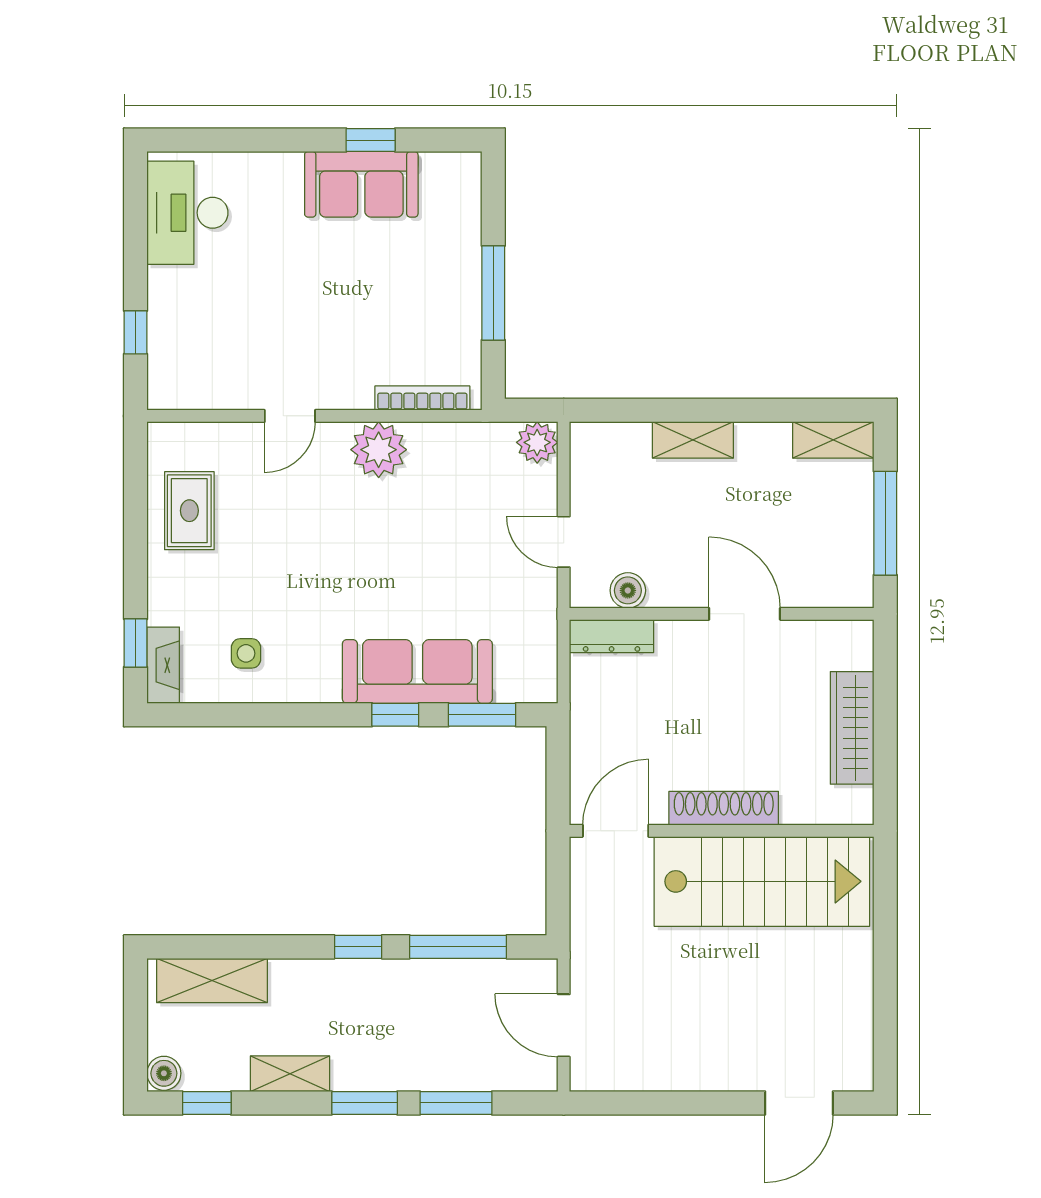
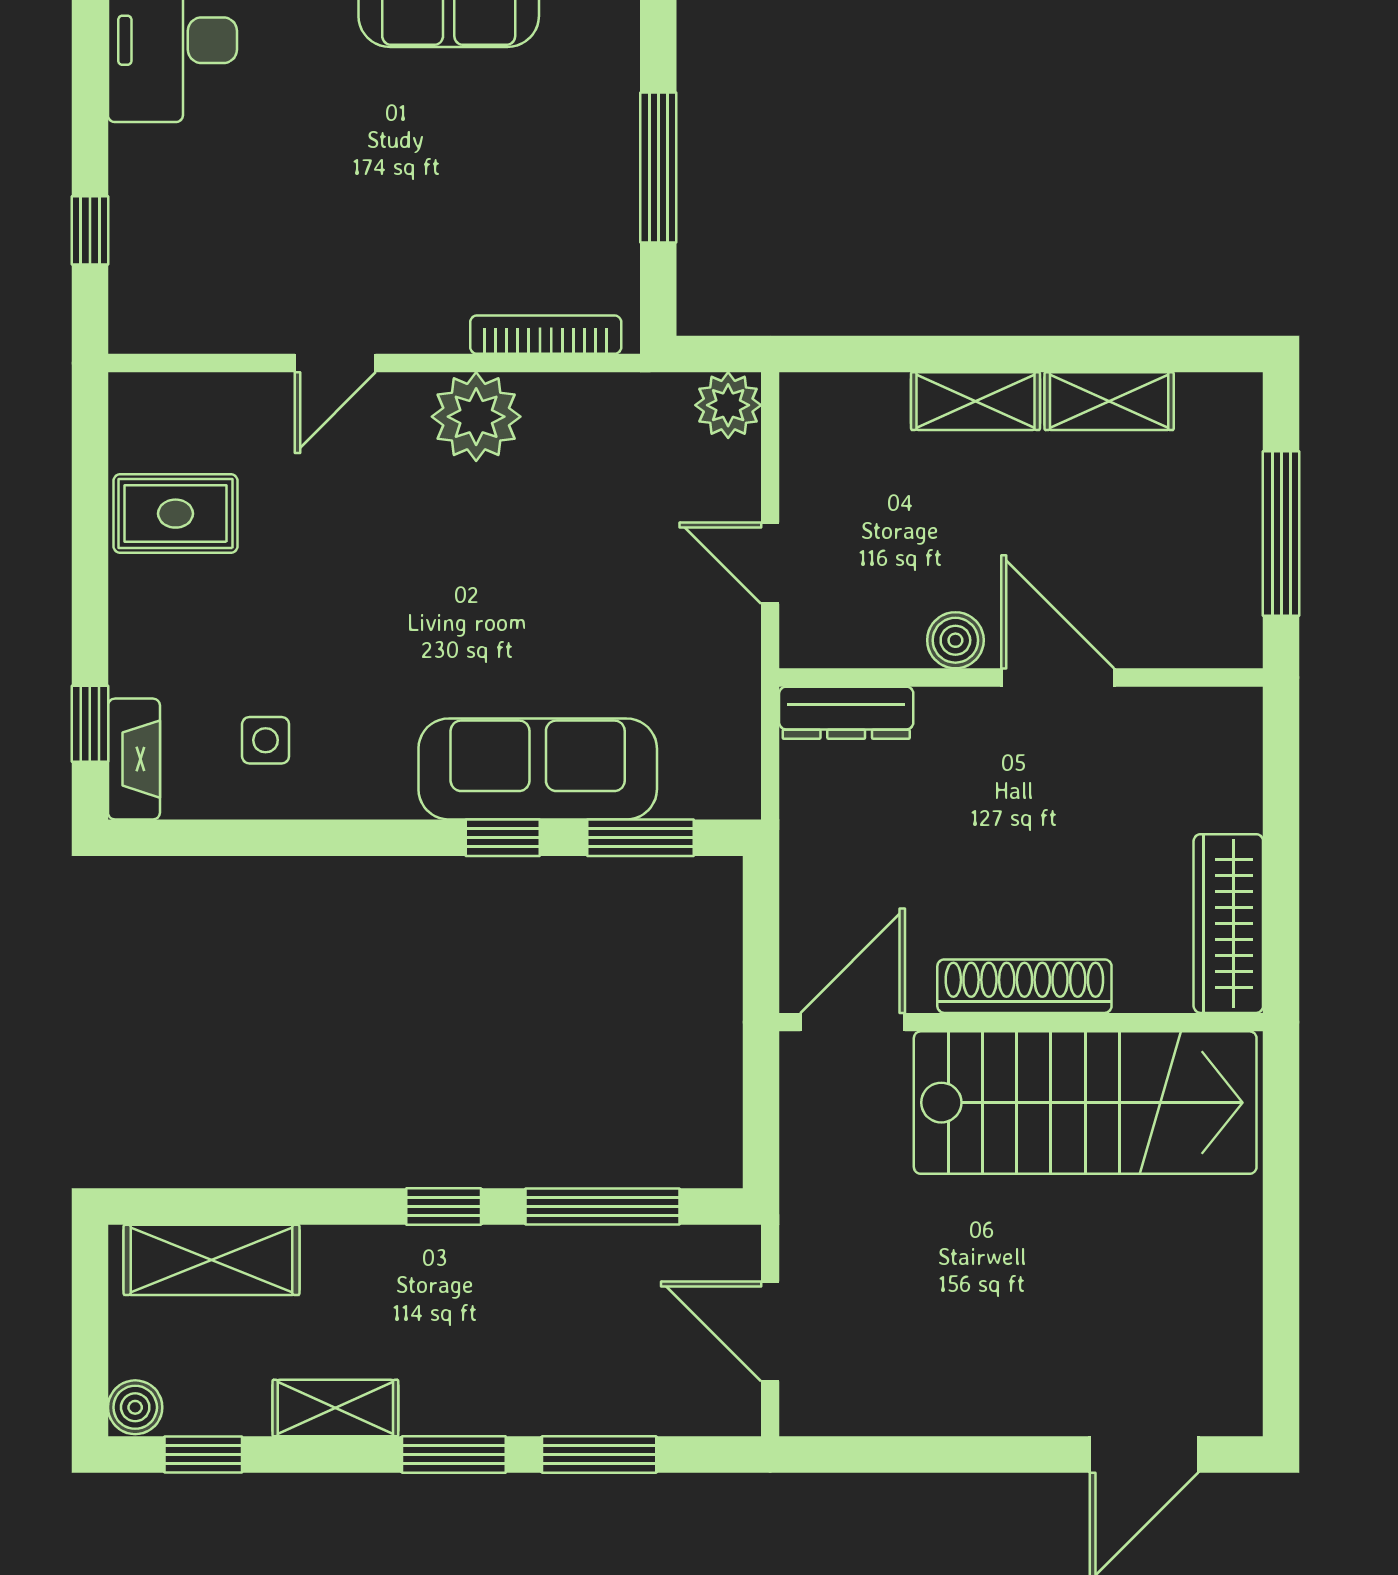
shelving: (833, 440) -> (1109, 401), moved
rug: (189, 511) -> (175, 514), turned 90
boiler: (628, 590) -> (955, 640), moved
wardrobe: (852, 728) -> (1228, 924), moved

